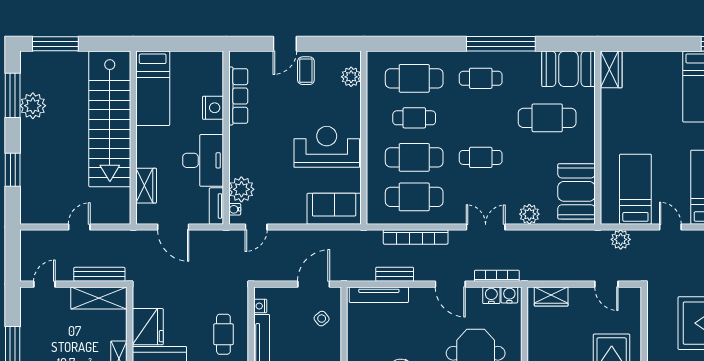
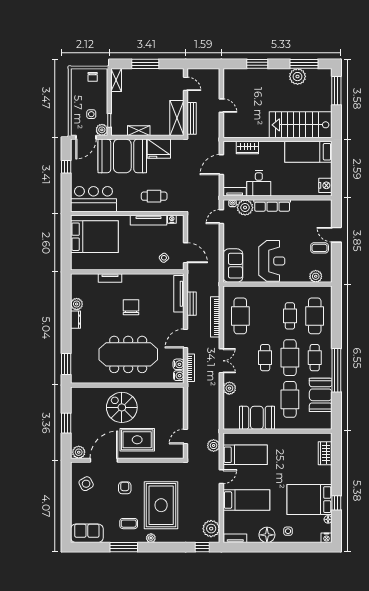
booth: (568, 69) -> (321, 395), moved
wardrobe: (611, 69) -> (325, 453), moved, turned 90
row of seats: (238, 96) -> (272, 205), moved
nightstand: (213, 108) -> (325, 185), moved, turned -90
stairs: (110, 119) -> (301, 125), width x0.73
cafe table: (414, 157) -> (290, 358), moved
desk: (203, 160) -> (259, 183), width x0.73
booth: (576, 191) -> (257, 418), moved
door: (256, 227) -> (221, 217), hinge flipped
wardrobe: (551, 297) -> (178, 402), removed

